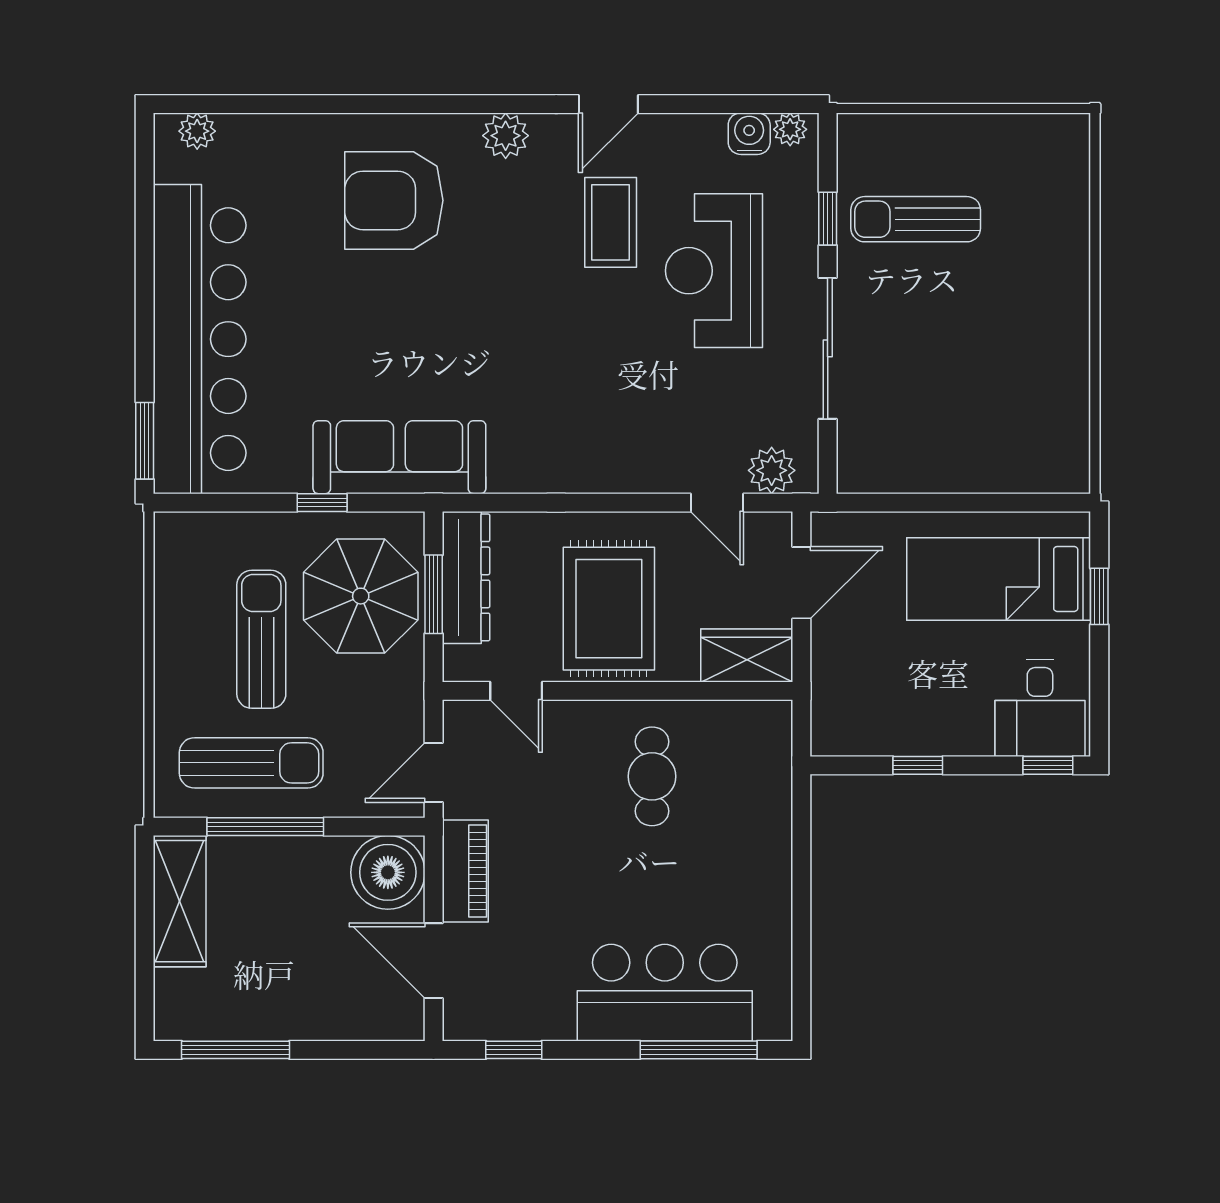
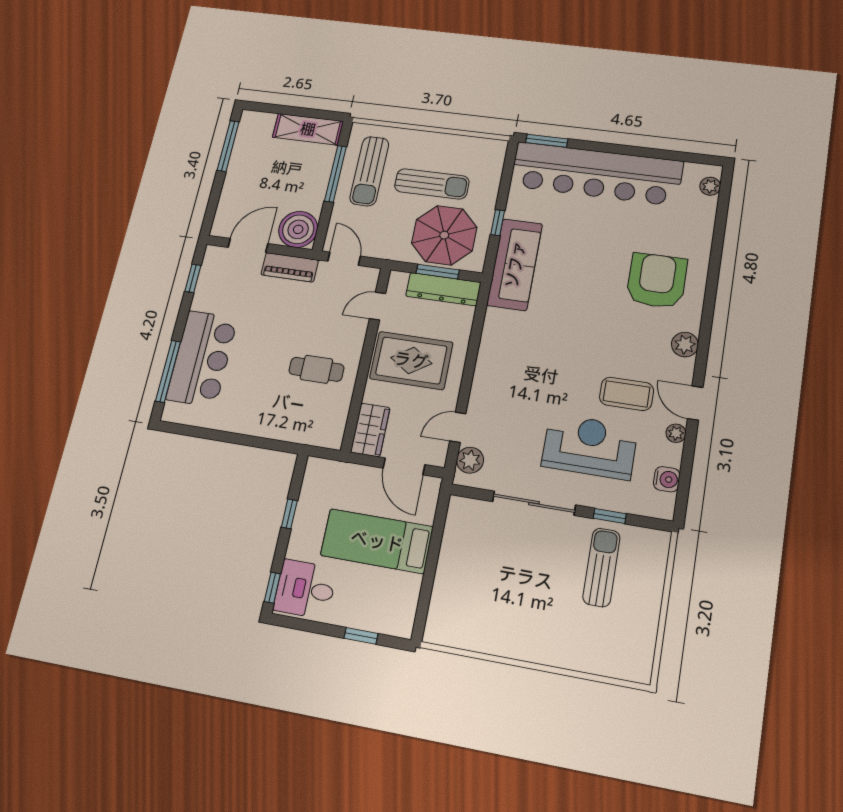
plant: (790, 129) -> (676, 433), moved
bed: (999, 579) -> (377, 541), moved, turned -90

